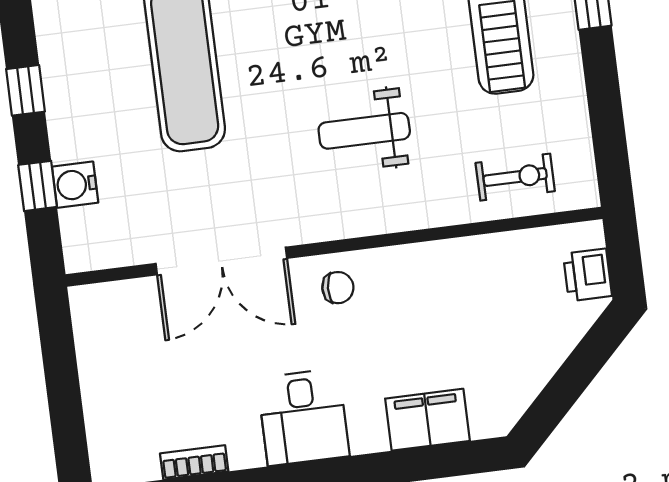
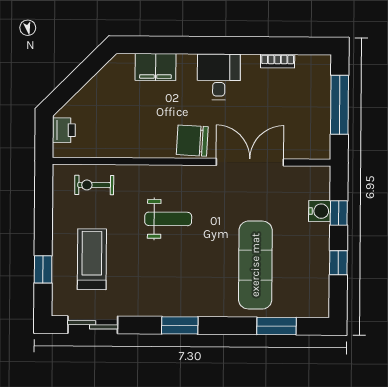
chair: (338, 288) -> (192, 141), width x1.87, depth x1.87
window: (64, 394) -> (339, 105), added

